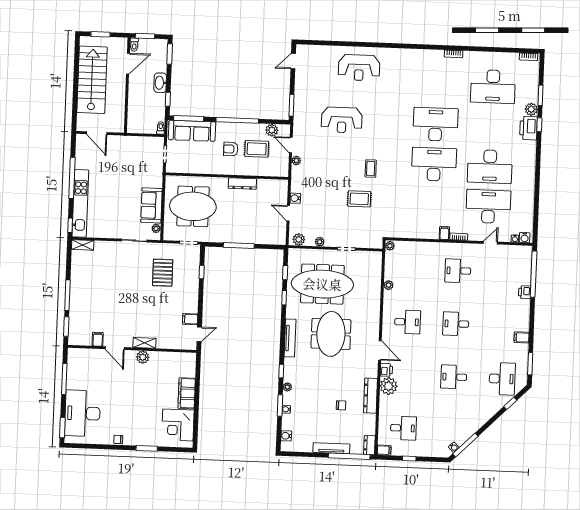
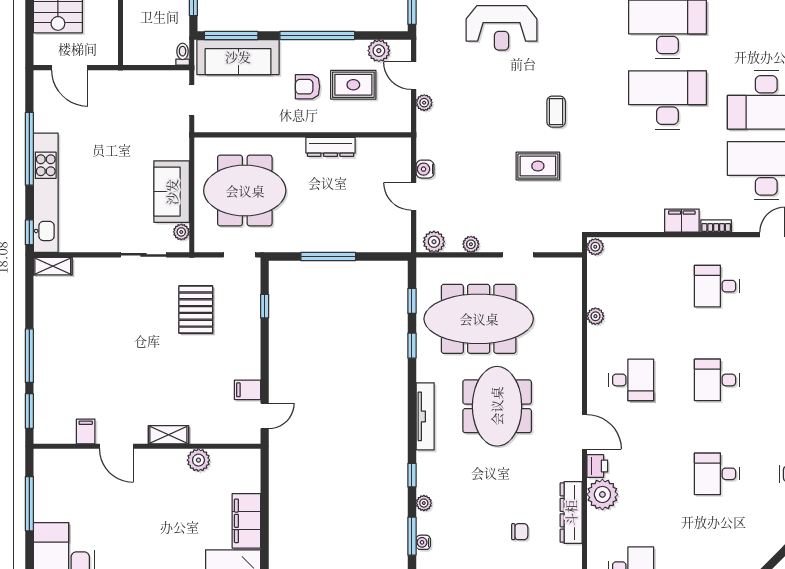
filing cabinet: (444, 233) -> (682, 221), width x2.00
plant: (143, 357) -> (198, 460), moved

